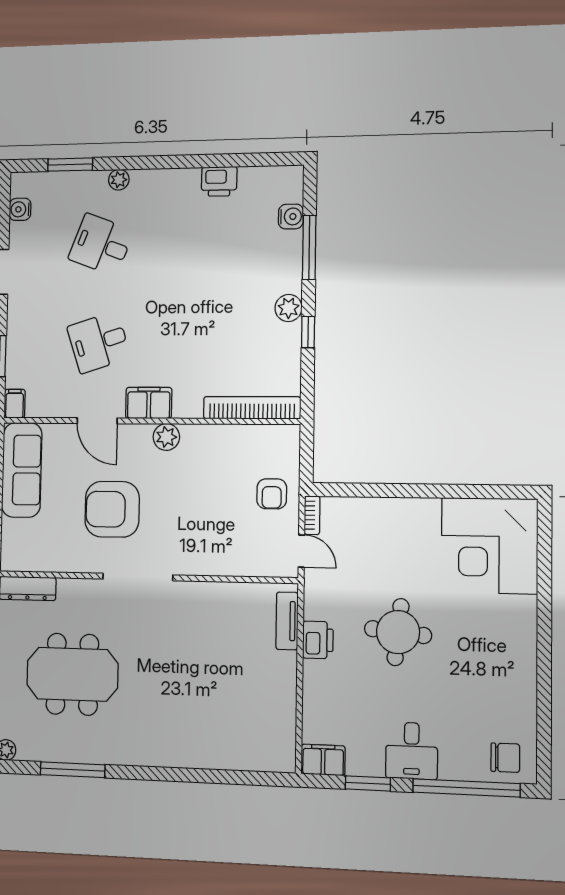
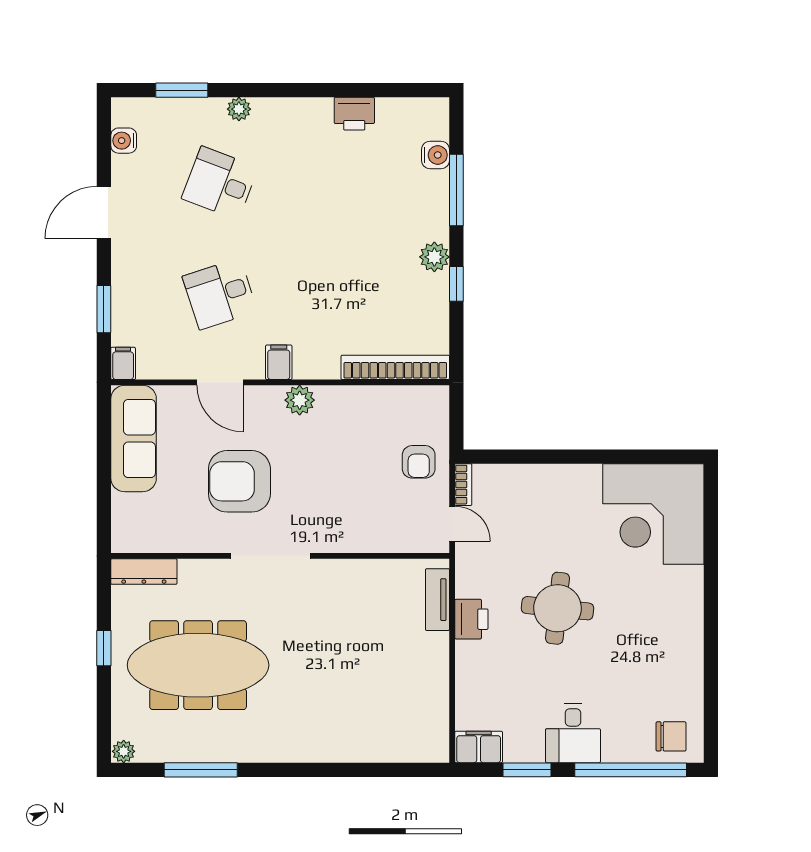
filing cabinet: (149, 403) -> (279, 362), width x0.50
meeting table: (72, 674) -> (198, 665), width x1.36

